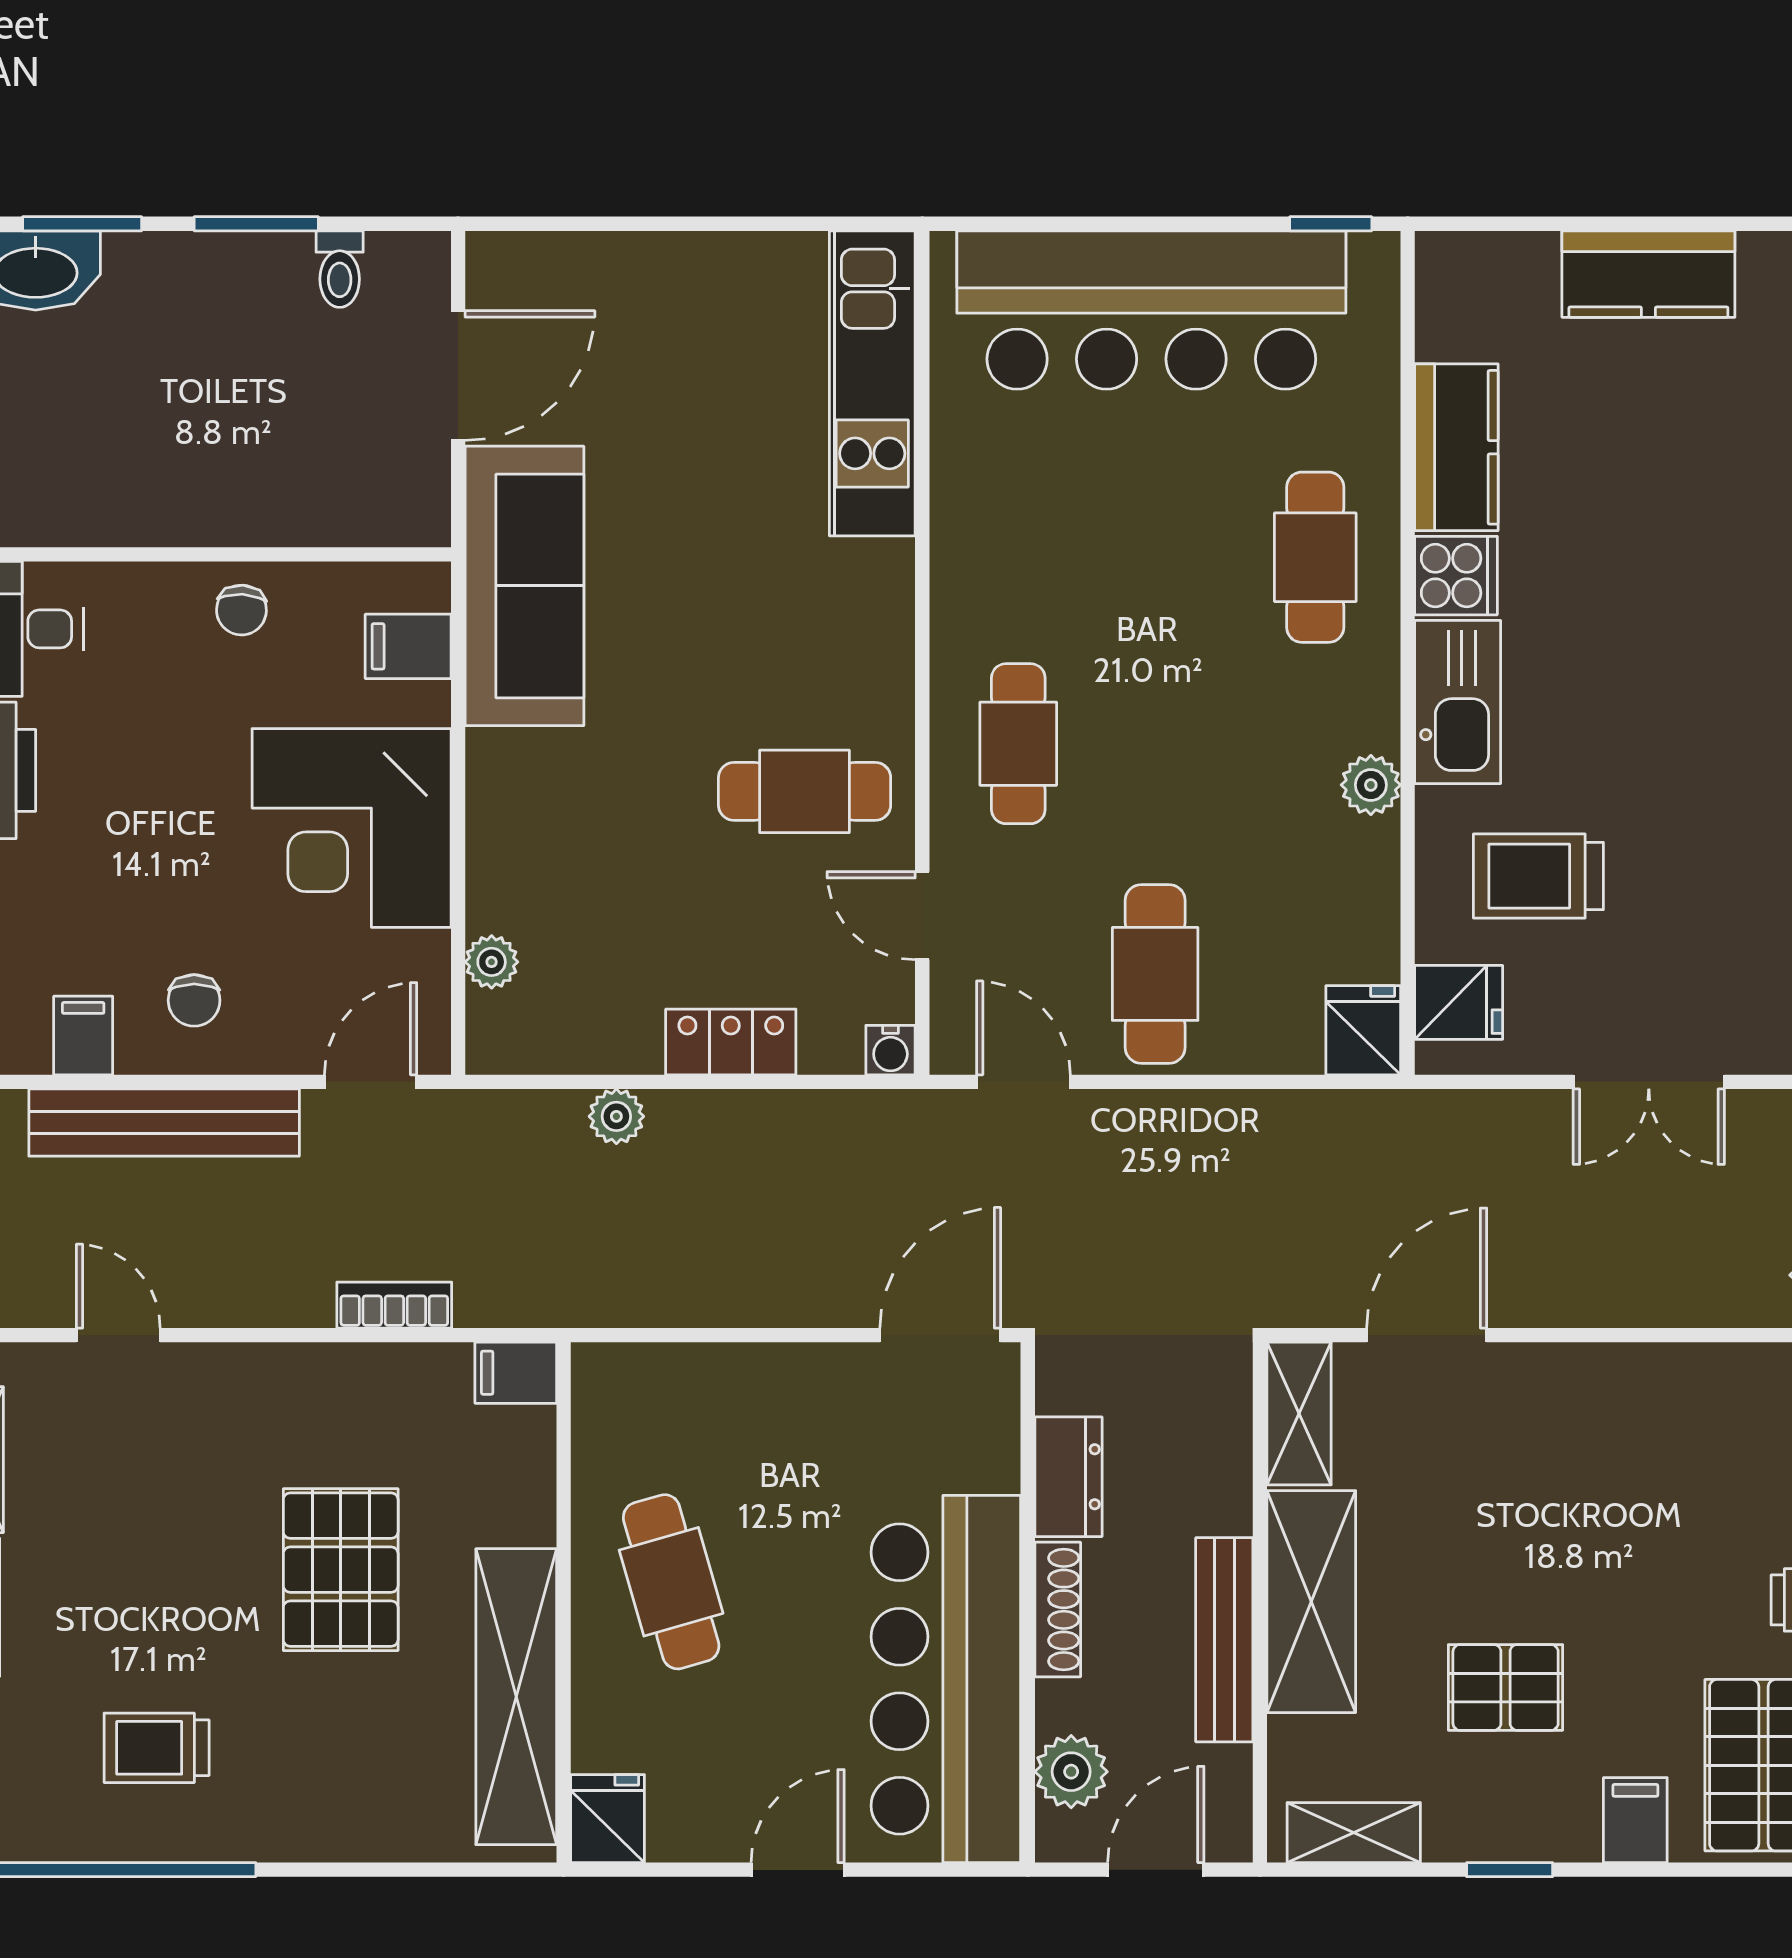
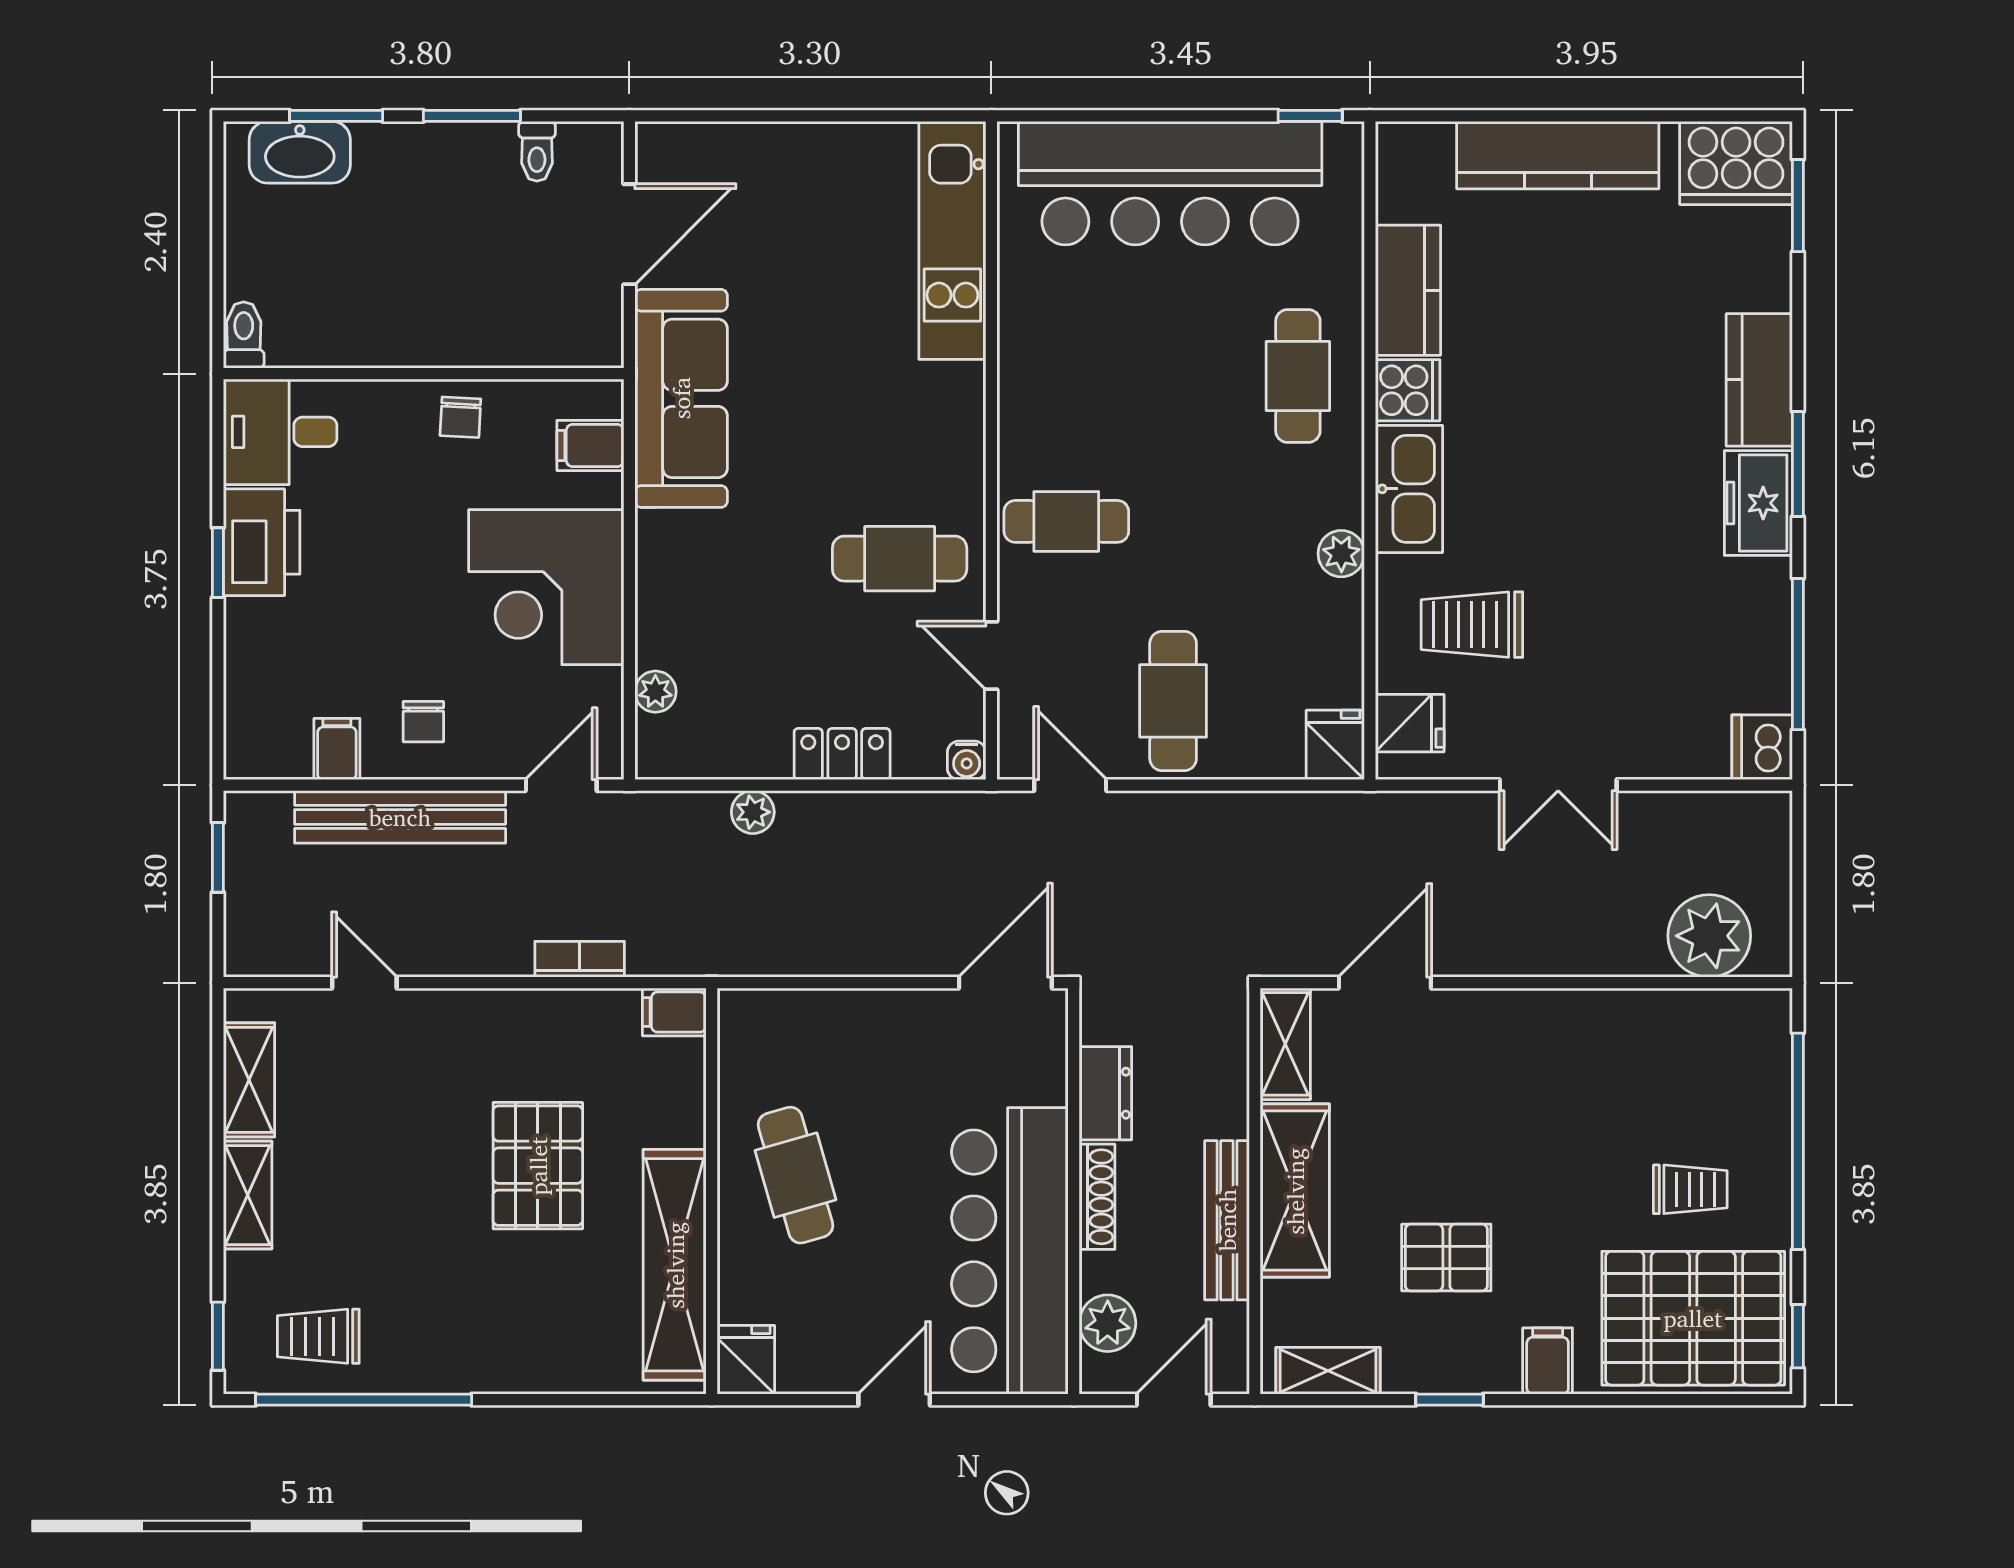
kitchen counter: (1648, 274) -> (1558, 155), width x1.50
cafe table: (1018, 744) -> (1066, 521), turned 90
trolley: (157, 1748) -> (318, 1336), moved

